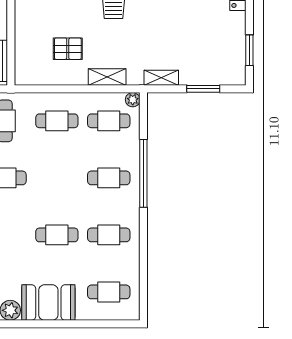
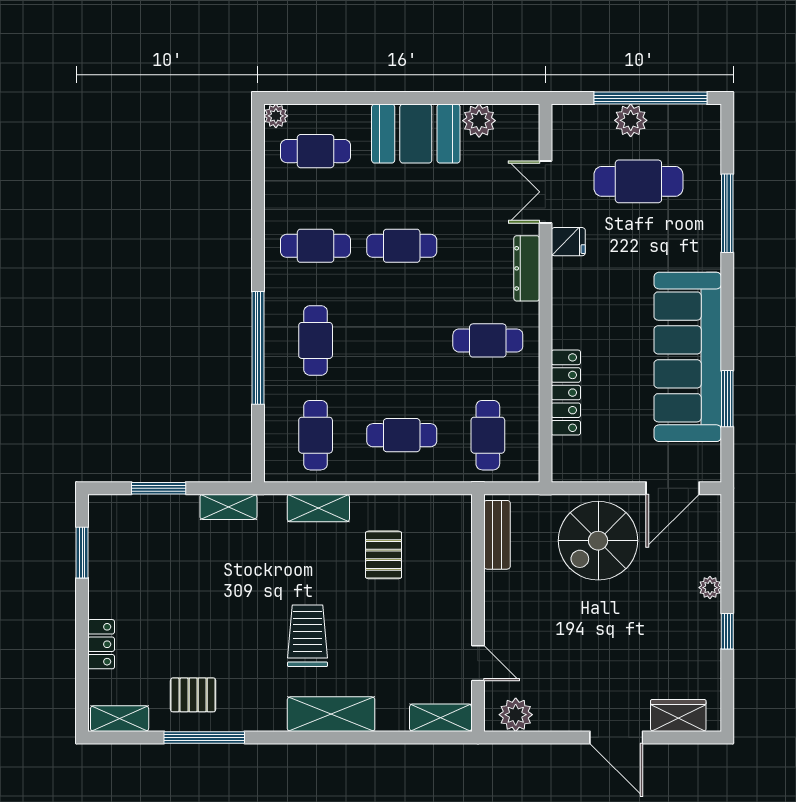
pallet: (68, 49) -> (384, 555), turned 90
plant: (133, 100) -> (276, 116), moved
cafe table: (109, 121) -> (316, 435), turned 90
cafe table: (109, 178) -> (316, 340), turned 90

